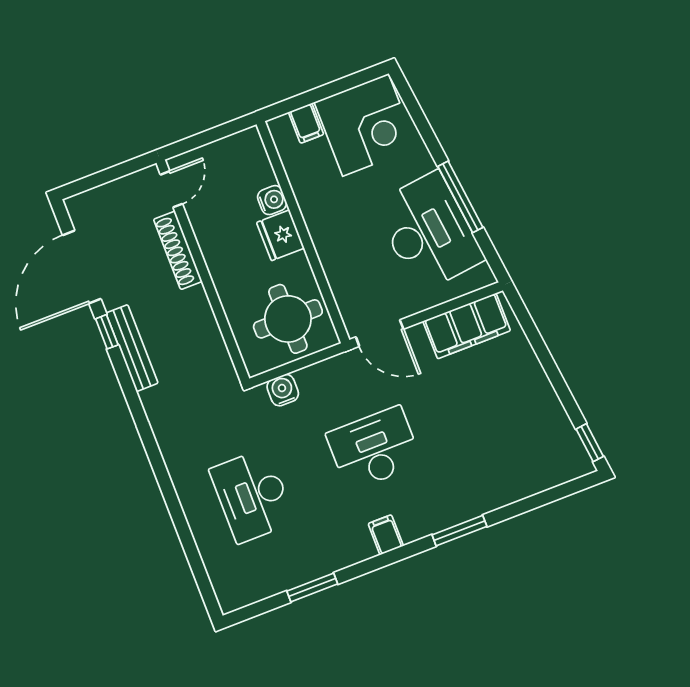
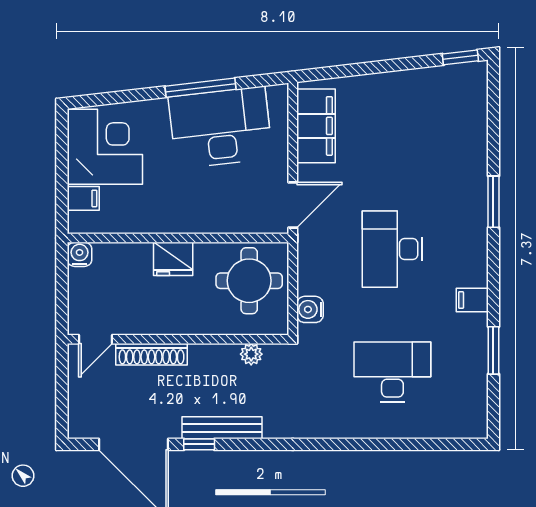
door: (171, 189) -> (96, 339), swing flipped
water cooler: (272, 200) -> (80, 254), moved
plant: (216, 349) -> (251, 354), added
desk: (252, 496) -> (392, 372), turned 180
filing cabinet: (386, 535) -> (472, 300), moved

